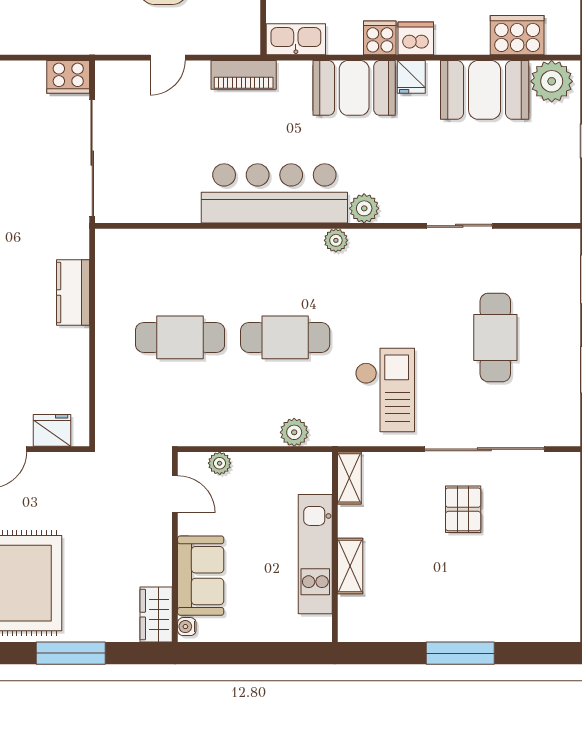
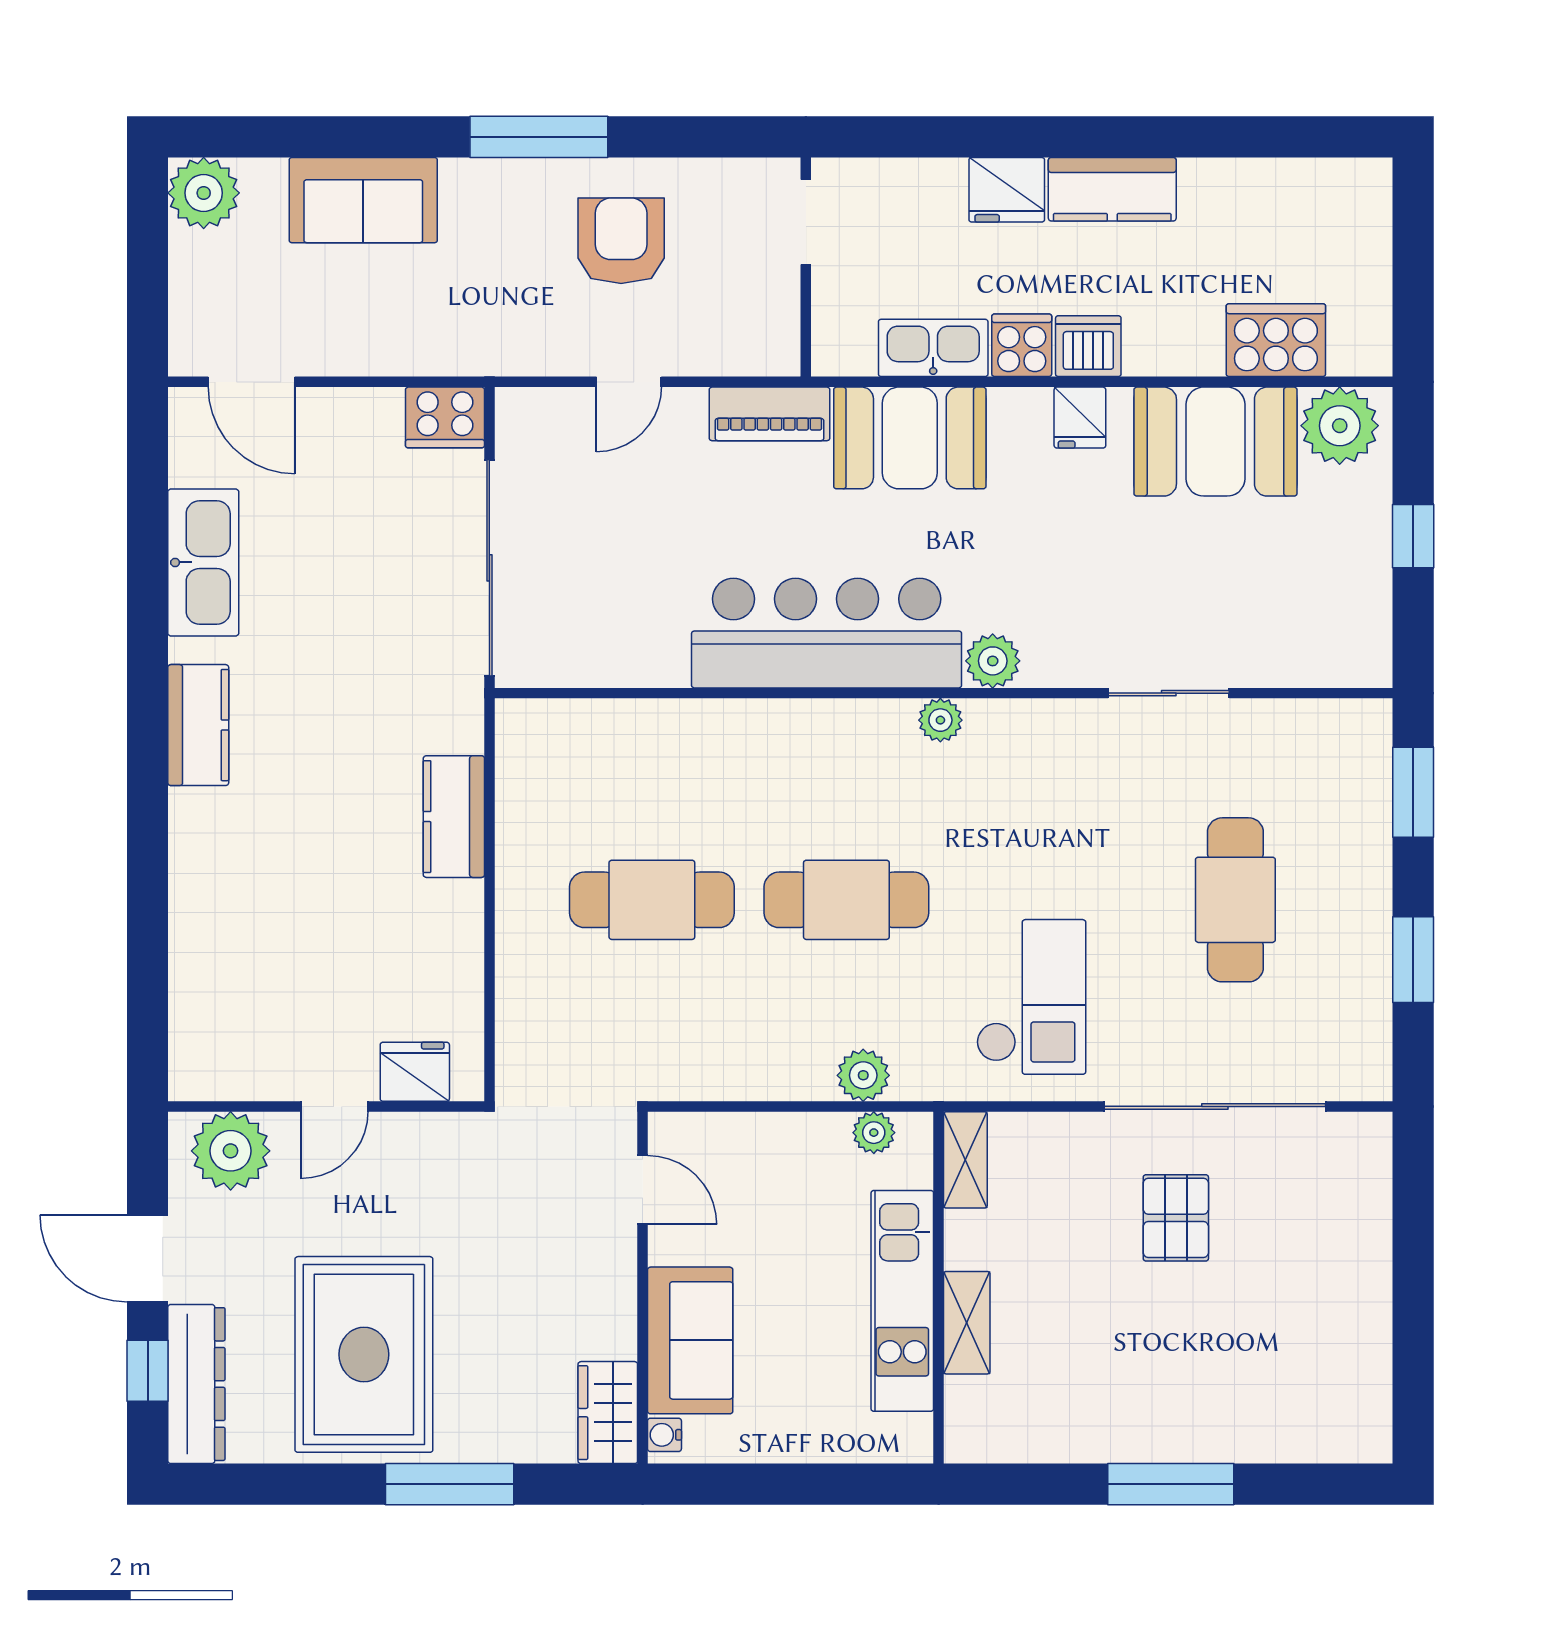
kitchen sink: (296, 39) -> (933, 348), moved
booth: (354, 88) -> (910, 438), moved
plant: (220, 463) -> (874, 1133), moved

